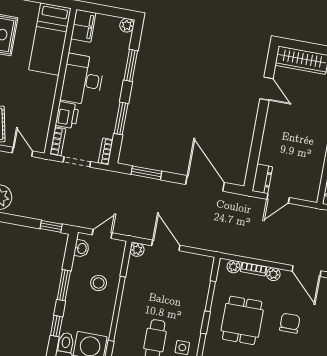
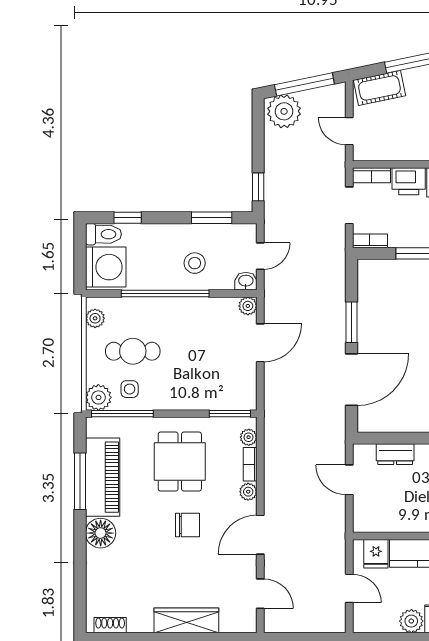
door: (22, 152) -> (349, 131), swing flipped
window: (146, 173) -> (352, 322), moved
dresser: (262, 179) -> (395, 454), moved
door: (102, 234) -> (260, 256), hinge flipped
washbasin: (82, 248) -> (246, 281), moved, turned 180
window: (64, 285) -> (212, 218), moved
window: (210, 296) -> (230, 414), moved
dining table: (242, 320) -> (180, 462), turned 90

